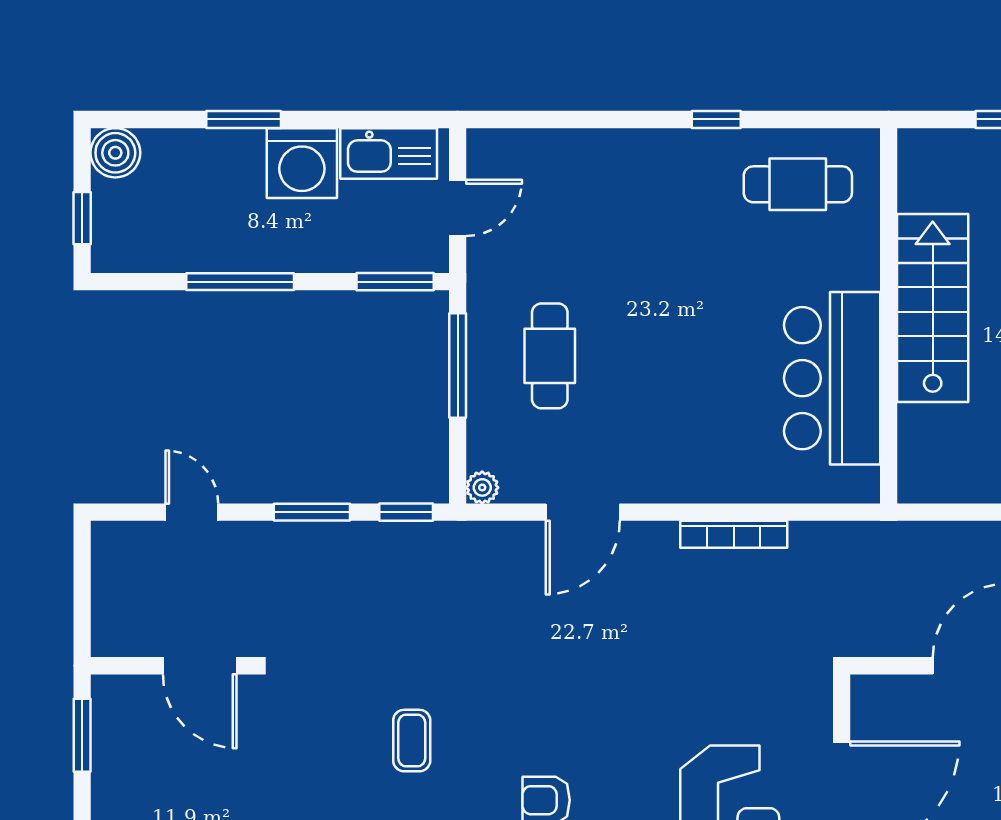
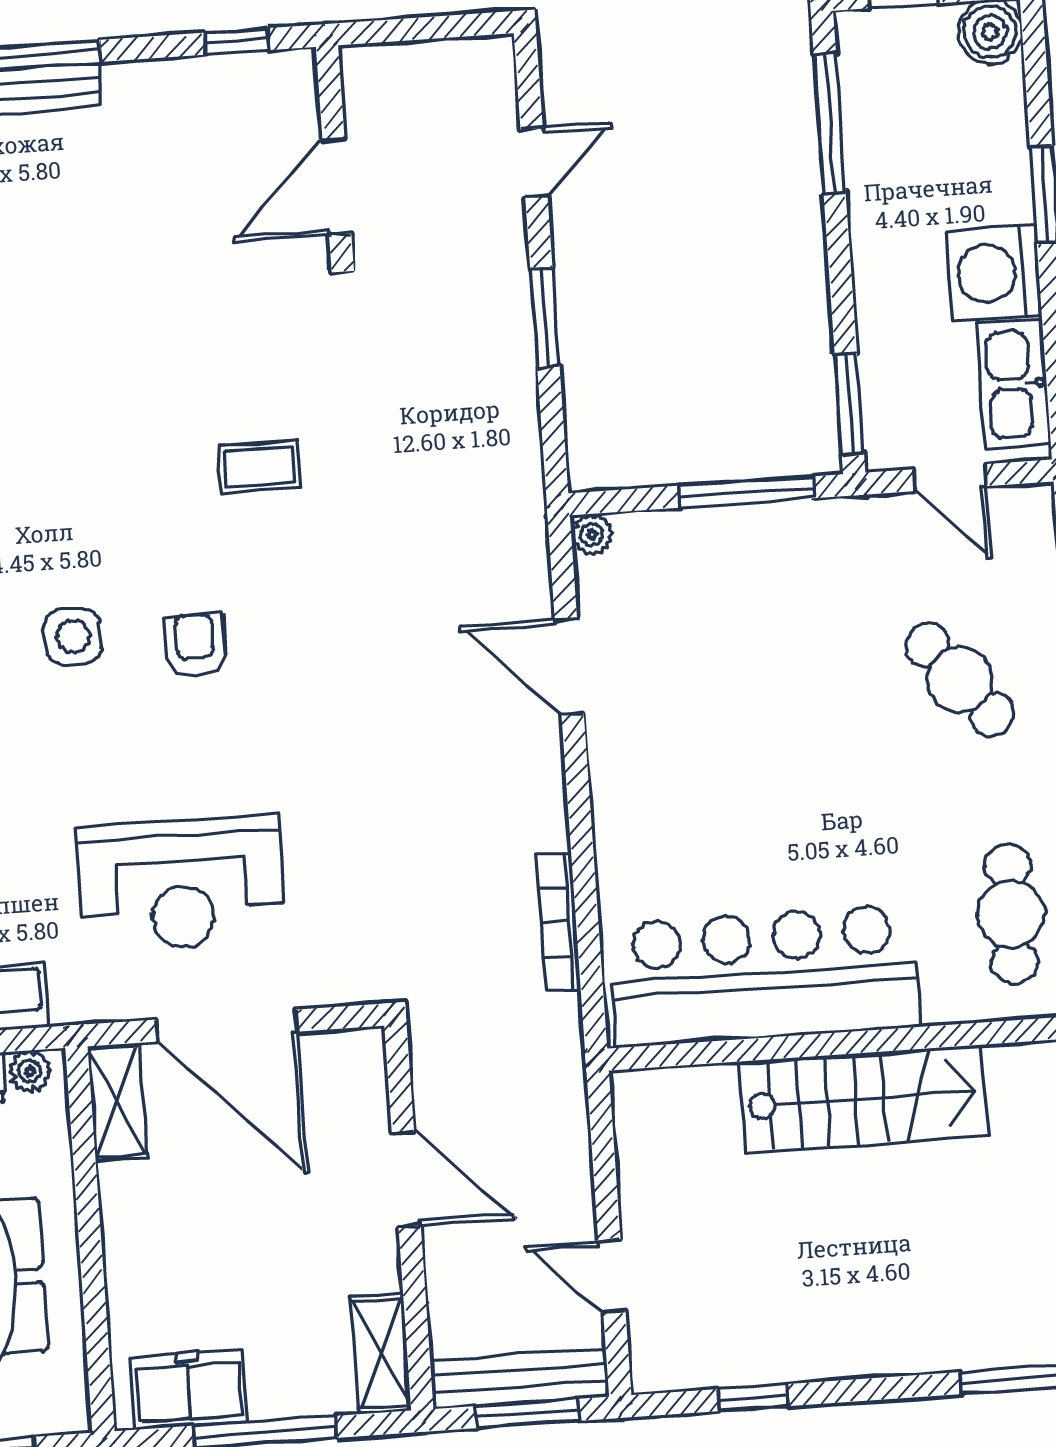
window: (240, 282) -> (830, 123), moved
cafe table: (550, 356) -> (960, 680), moved, turned 51
bar counter: (832, 378) -> (764, 976), width x1.36
window: (406, 512) -> (553, 439), removed
bookcase: (734, 534) -> (558, 922), moved
window: (82, 735) -> (237, 41), width x0.67

